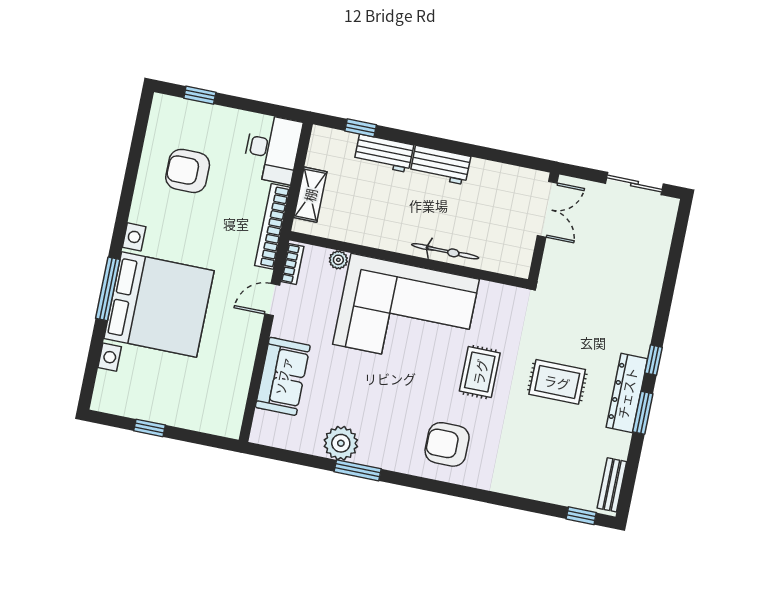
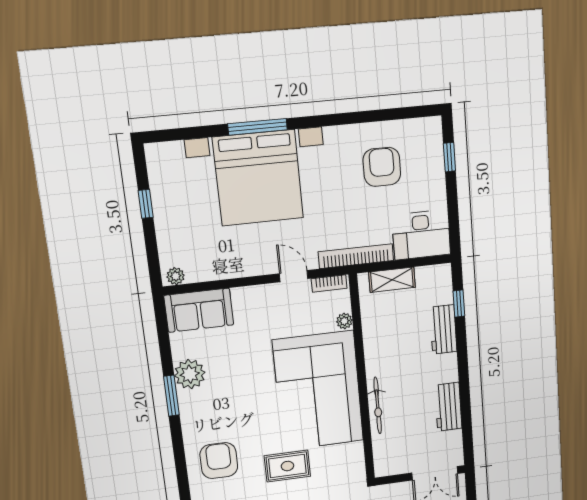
workbench: (440, 165) -> (448, 407), moved
sofa: (283, 376) -> (199, 310), moved
plant: (232, 423) -> (176, 276), added

